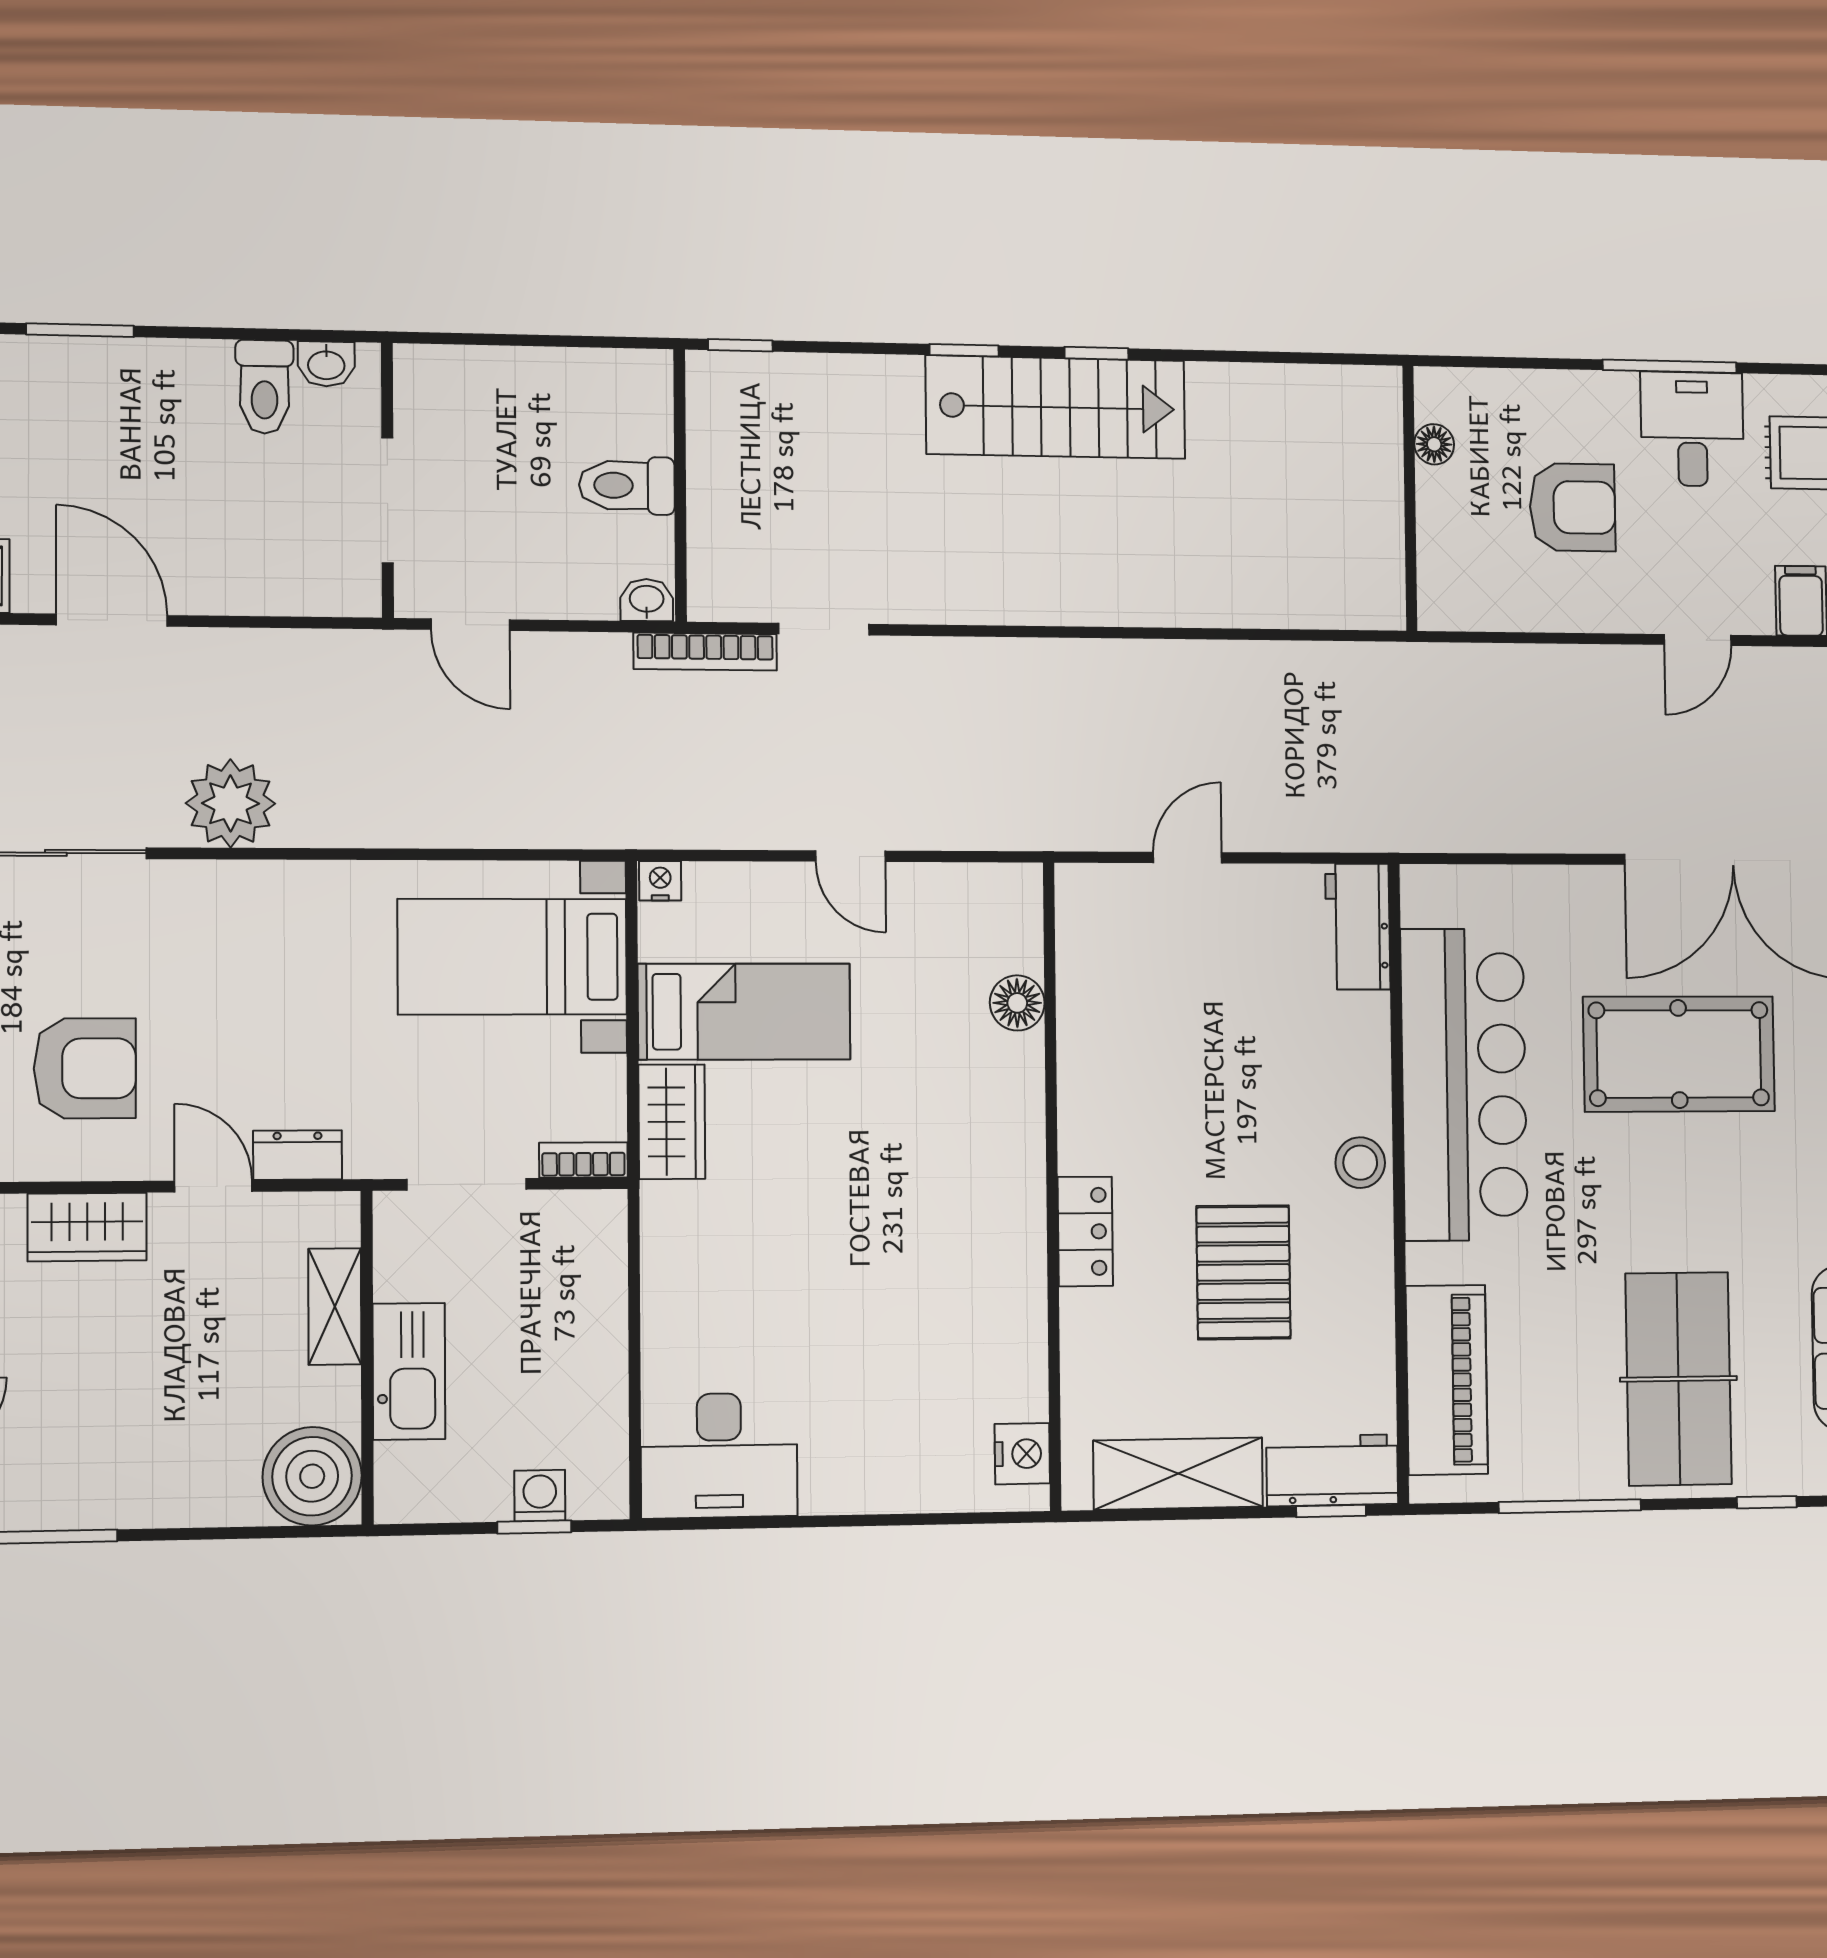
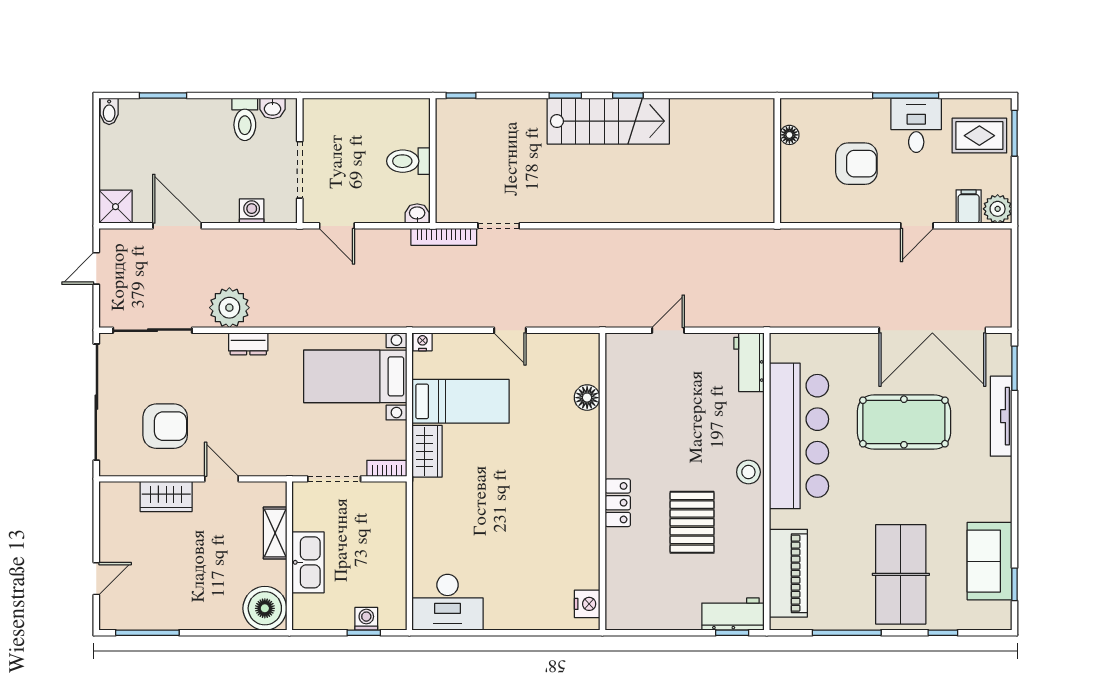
washing machine: (280, 590) -> (252, 211), added
dresser: (298, 1155) -> (248, 344), moved, turned 180
shelving: (1178, 1474) -> (660, 614), removed

